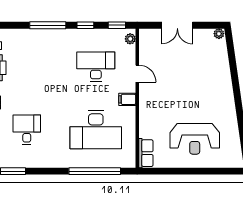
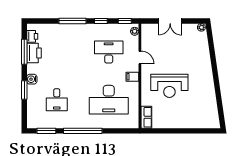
desk: (27, 130) -> (57, 100), turned 180
reception desk: (195, 139) -> (169, 86), moved
window: (95, 171) -> (83, 131), moved

